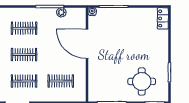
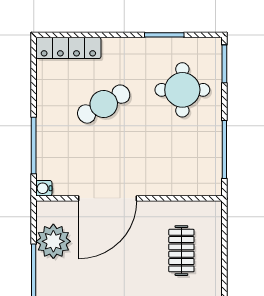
plant: (61, 12) -> (53, 241), width x1.87, depth x1.87
locker: (163, 18) -> (68, 48), width x1.53
cafe table: (135, 42) -> (104, 104), added

